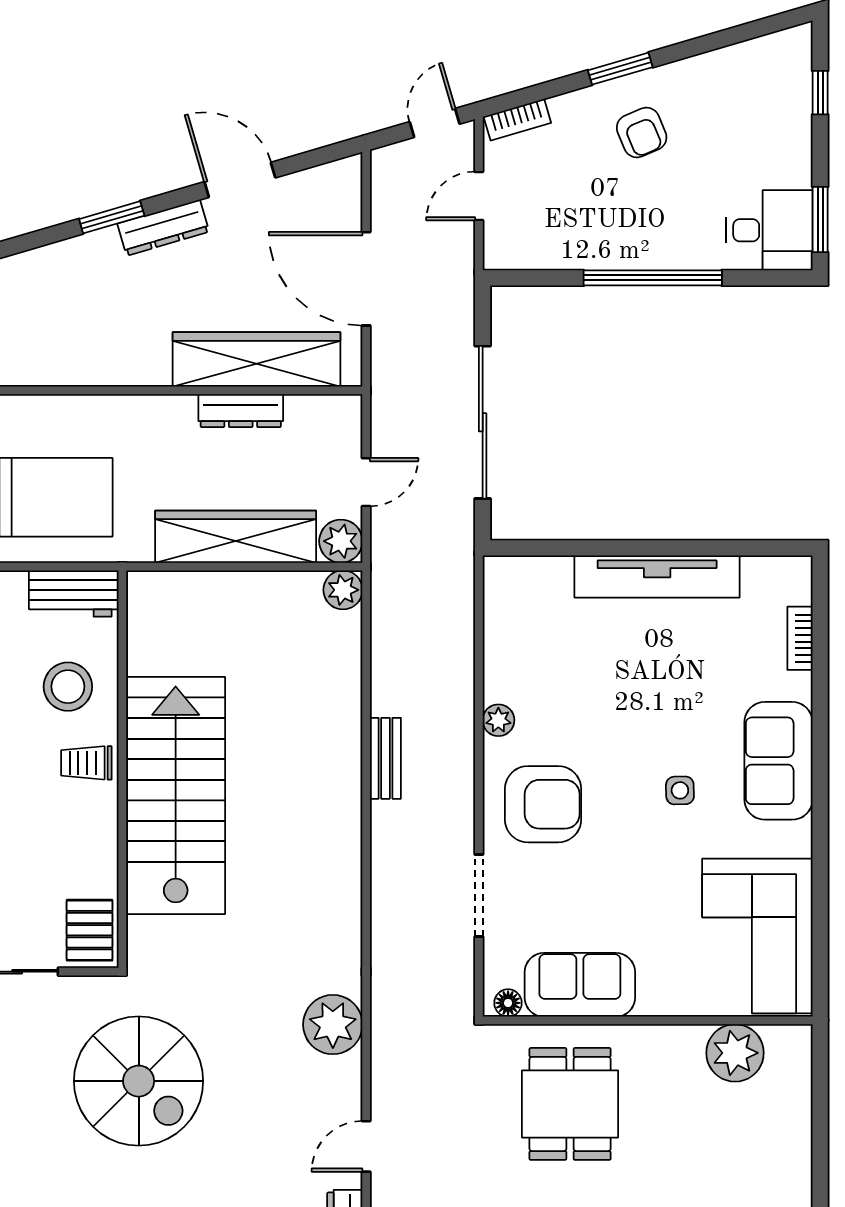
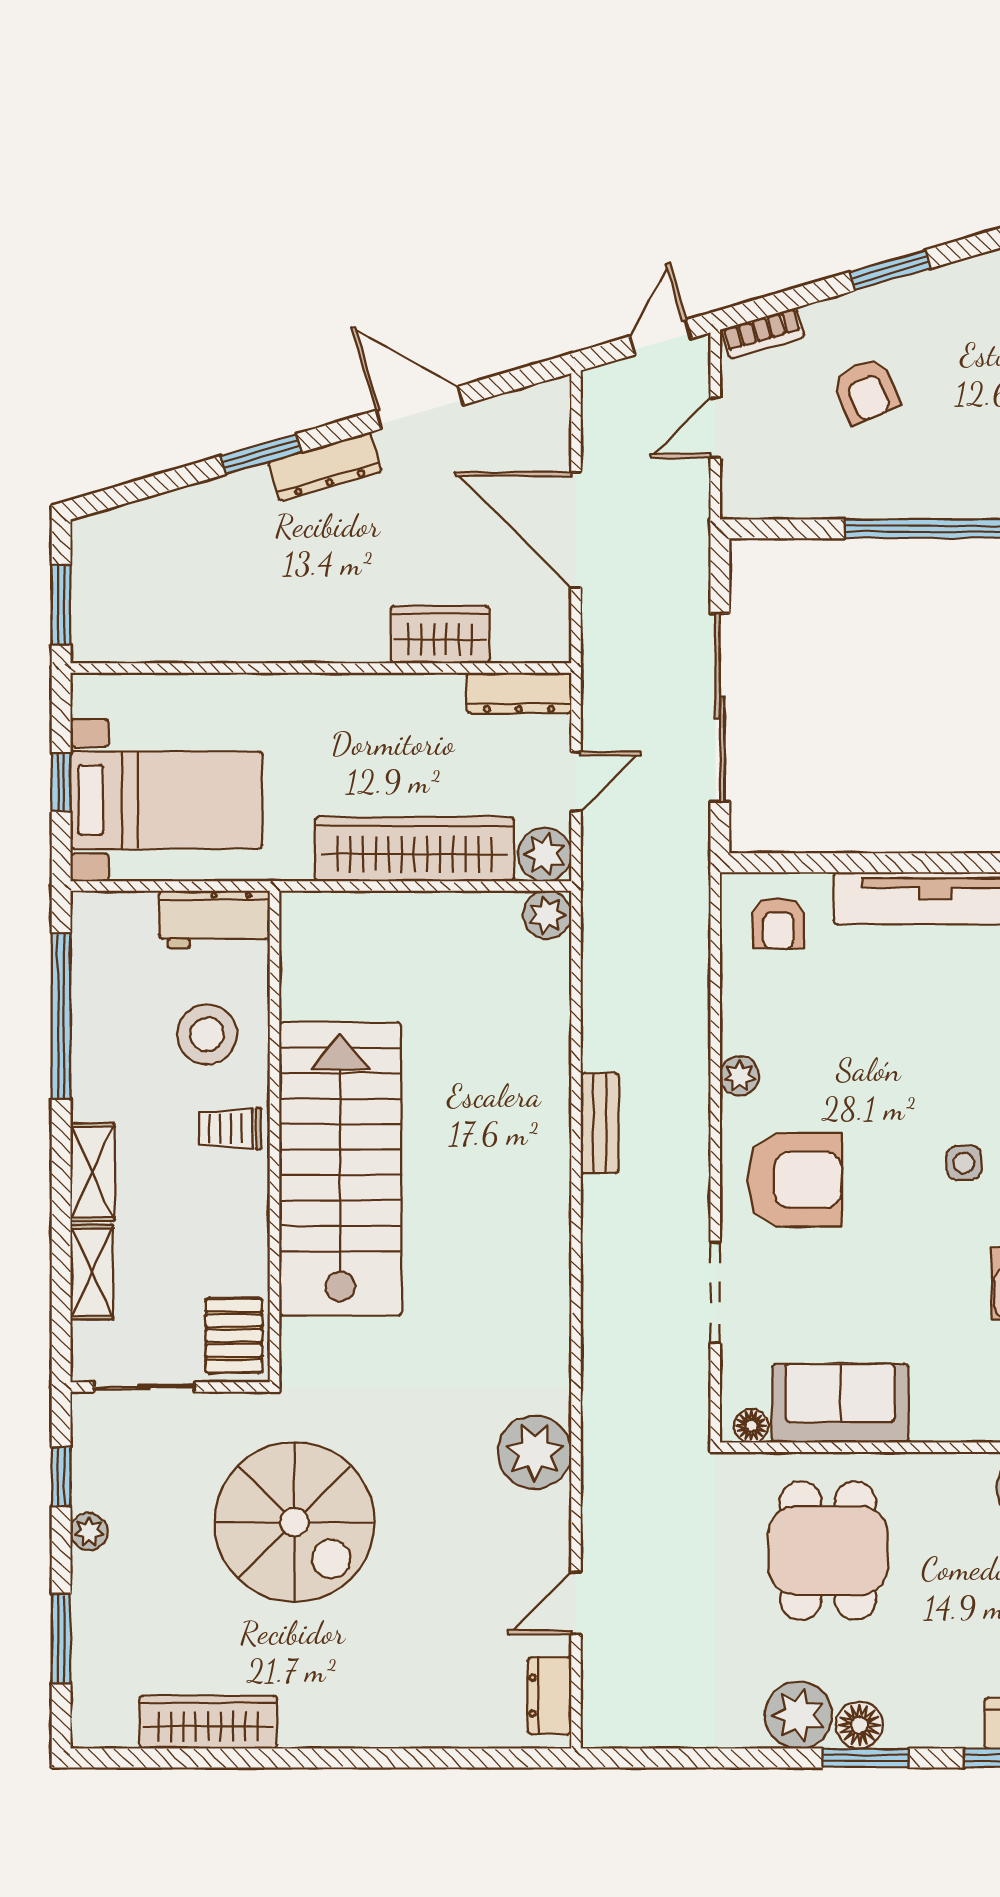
armchair: (642, 133) -> (866, 391), moved
wardrobe: (256, 359) -> (440, 635), width x0.48, depth x0.85
dresser: (241, 411) -> (519, 693), moved
armchair: (530, 597) -> (778, 923), added

